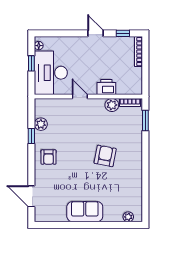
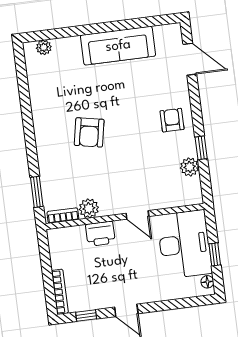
sofa: (85, 212) -> (118, 46), width x1.36

